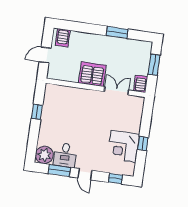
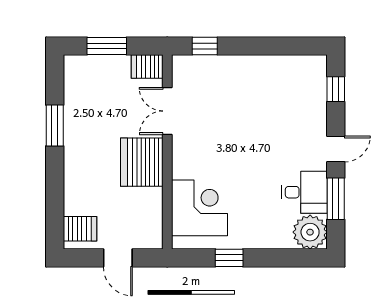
window: (143, 143) -> (205, 46), moved
corner desk: (123, 146) -> (200, 208), moved, turned -90

